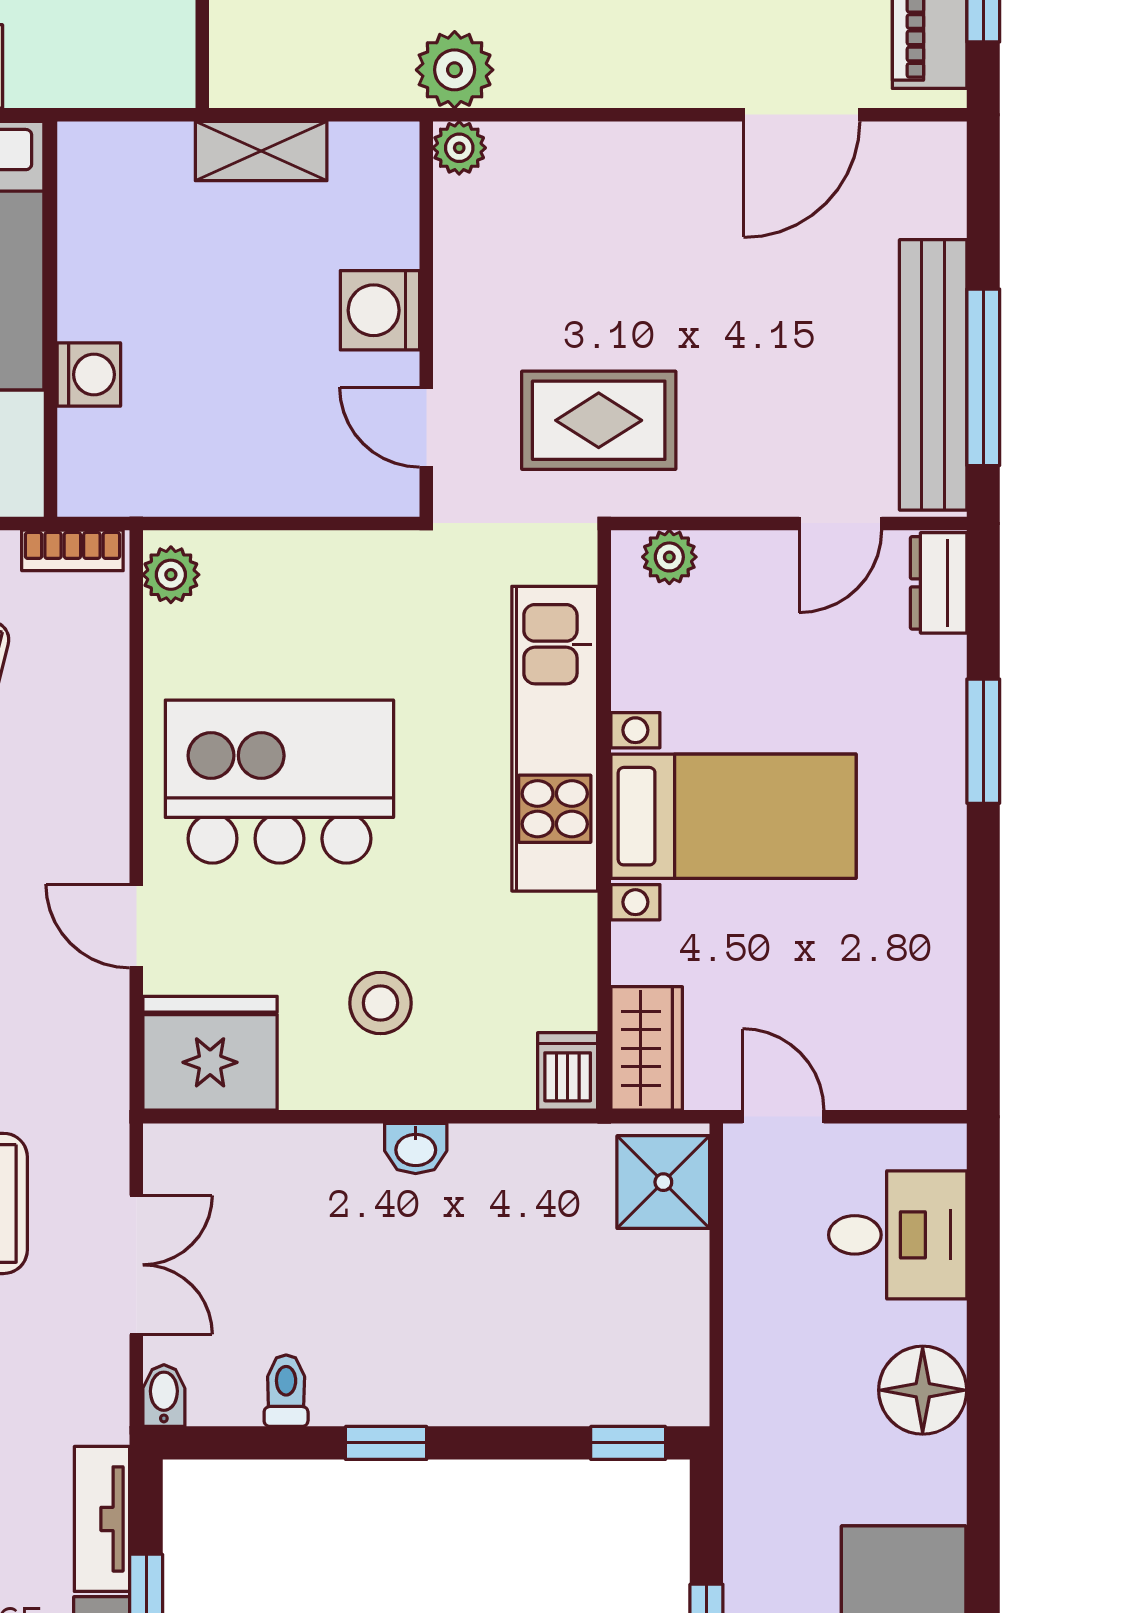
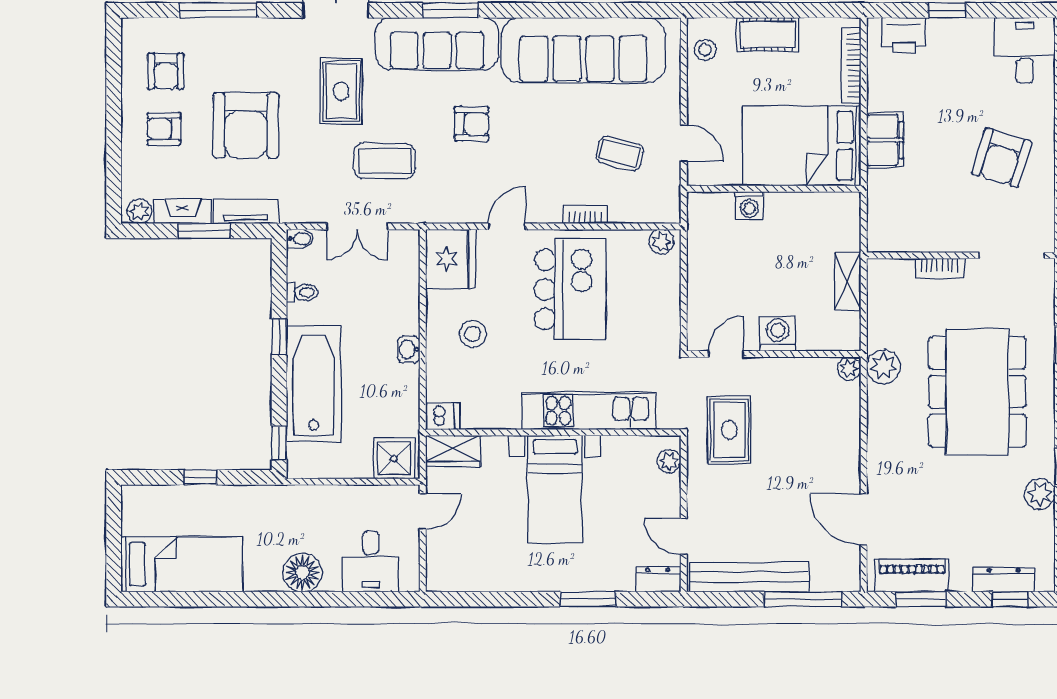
window: (983, 377) -> (803, 599), moved
bookcase: (72, 550) -> (585, 215), moved, turned 90
bathtub: (493, 1365) -> (314, 383), added

